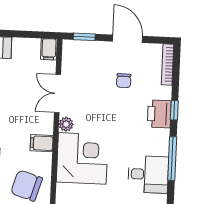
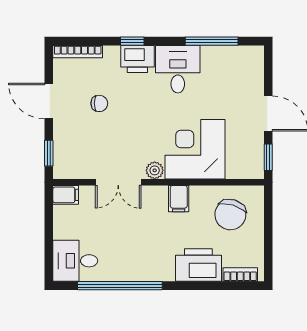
door: (128, 39) -> (49, 101), hinge flipped
window: (172, 159) -> (212, 41), moved
desk: (148, 174) -> (178, 69), moved

